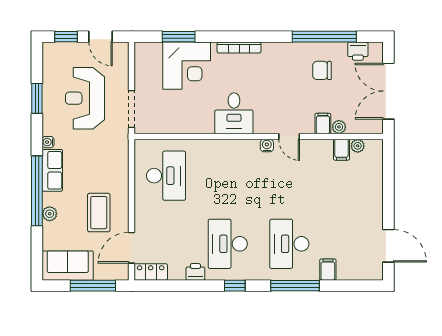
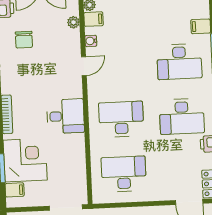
filing cabinet: (323, 123) -> (15, 190), moved, turned 180
water cooler: (267, 146) -> (91, 41), moved
desk: (228, 176) -> (121, 119), added

